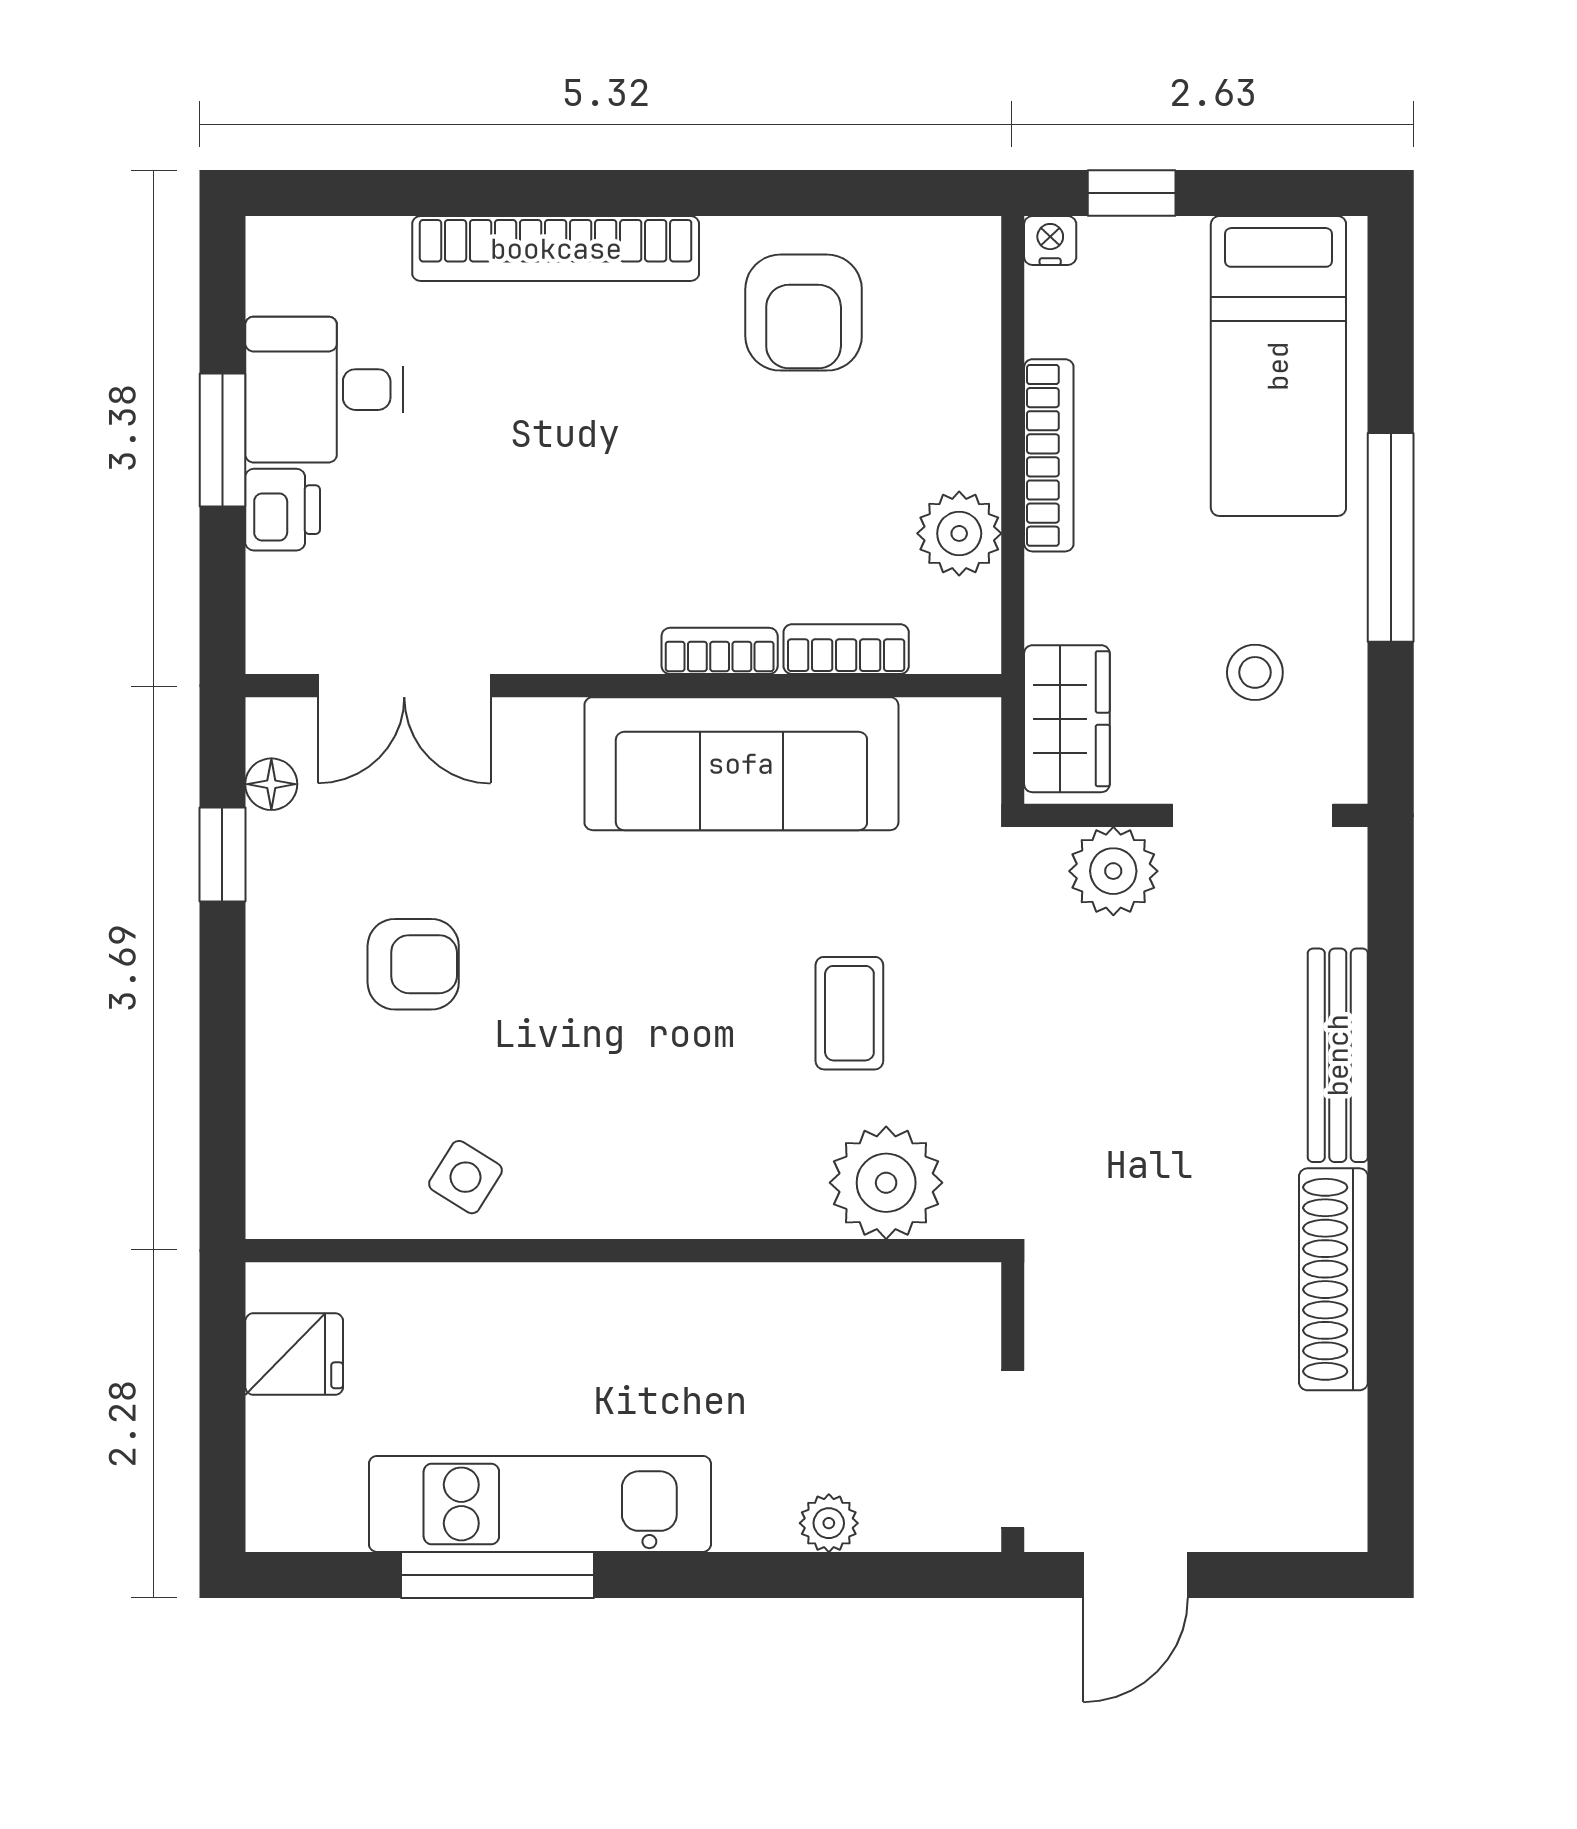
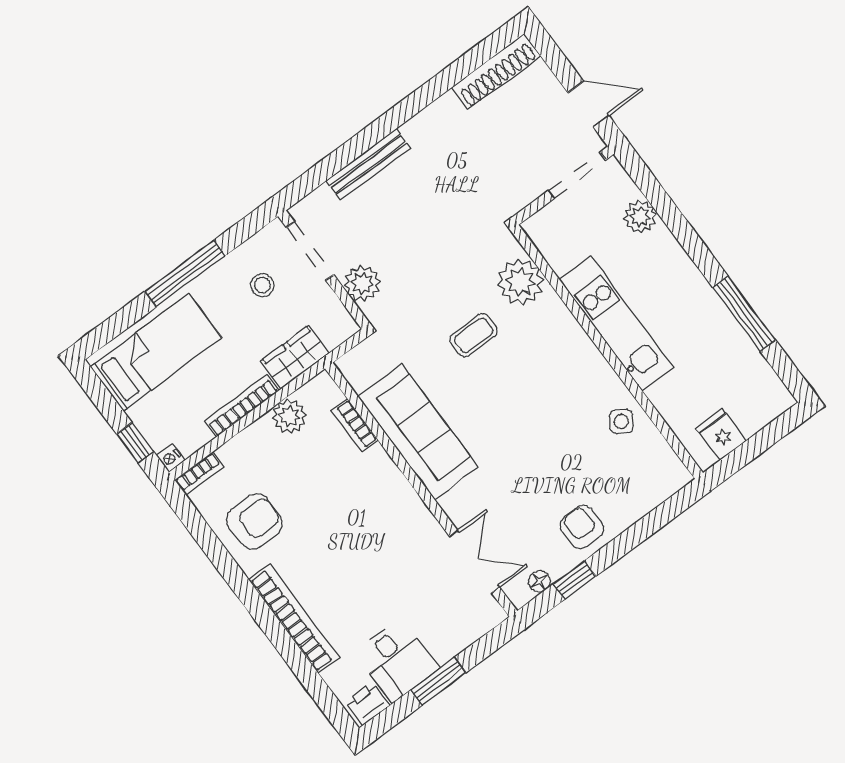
printer: (283, 510) -> (367, 703), moved
bookcase: (720, 651) -> (199, 474), moved, turned -90
wardrobe: (1067, 719) -> (295, 357), moved
armchair: (413, 964) -> (582, 527), moved
shoe rack: (1333, 1279) -> (496, 72), moved
kitchen unit: (540, 1504) -> (616, 324), moved, turned 180
plant: (829, 1523) -> (640, 217), width x1.38, depth x1.38

